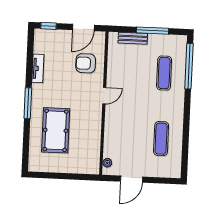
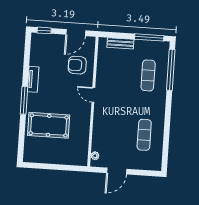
window: (153, 31) -> (149, 37), moved
tv unit: (38, 68) -> (33, 79), moved
door: (104, 96) -> (93, 95), swing flipped
pool table: (56, 130) -> (49, 125), turned 90

